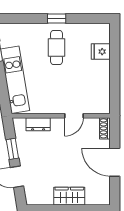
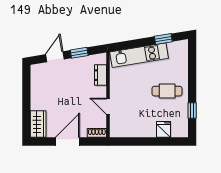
window: (57, 18) -> (192, 110), moved
wardrobe: (69, 196) -> (38, 124), moved

